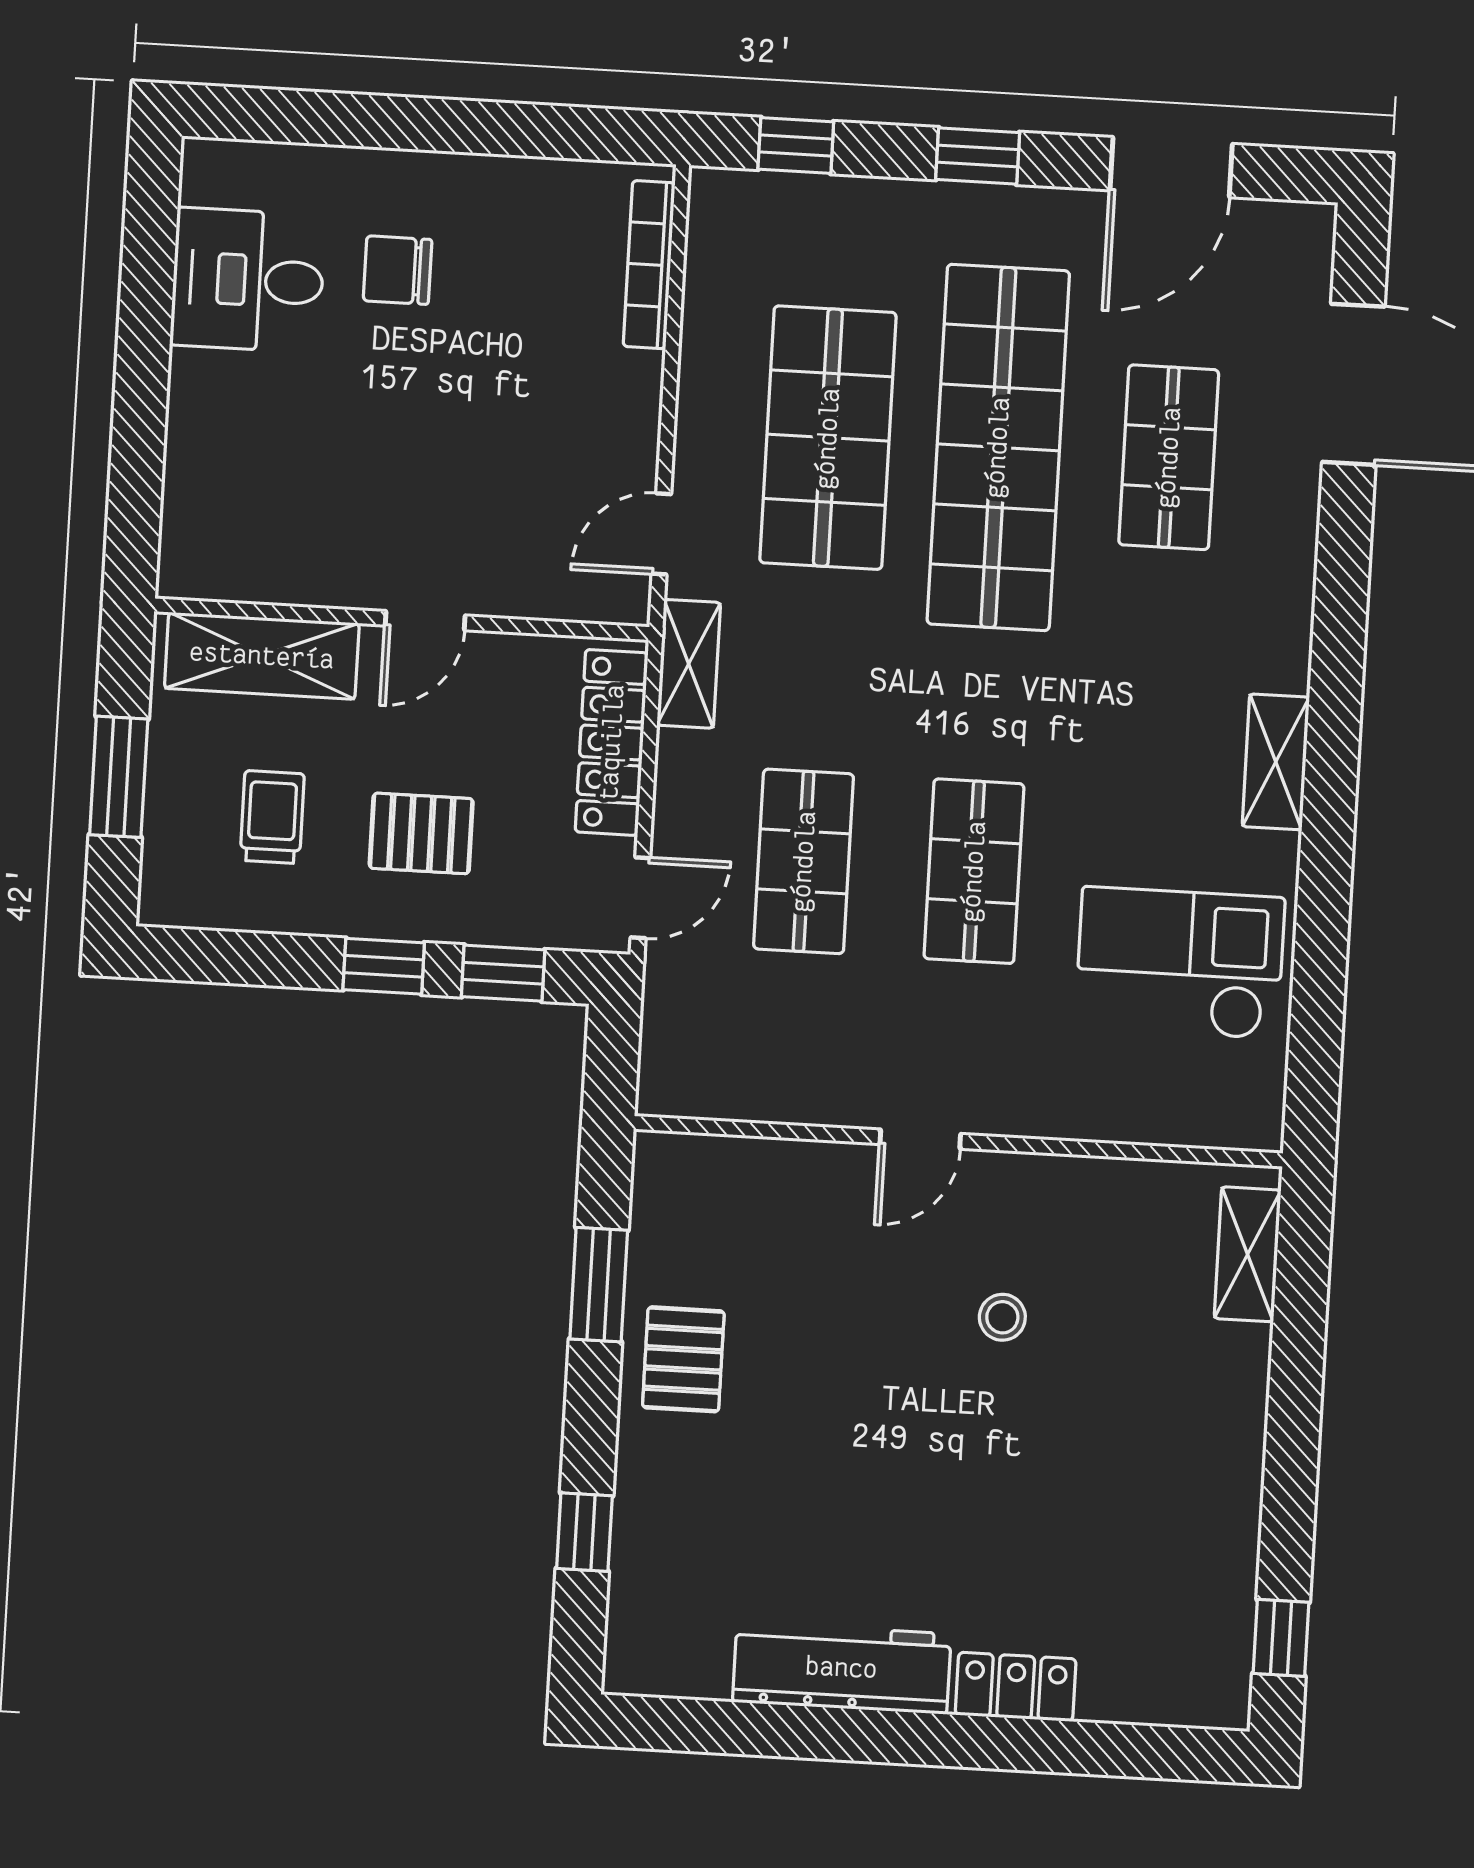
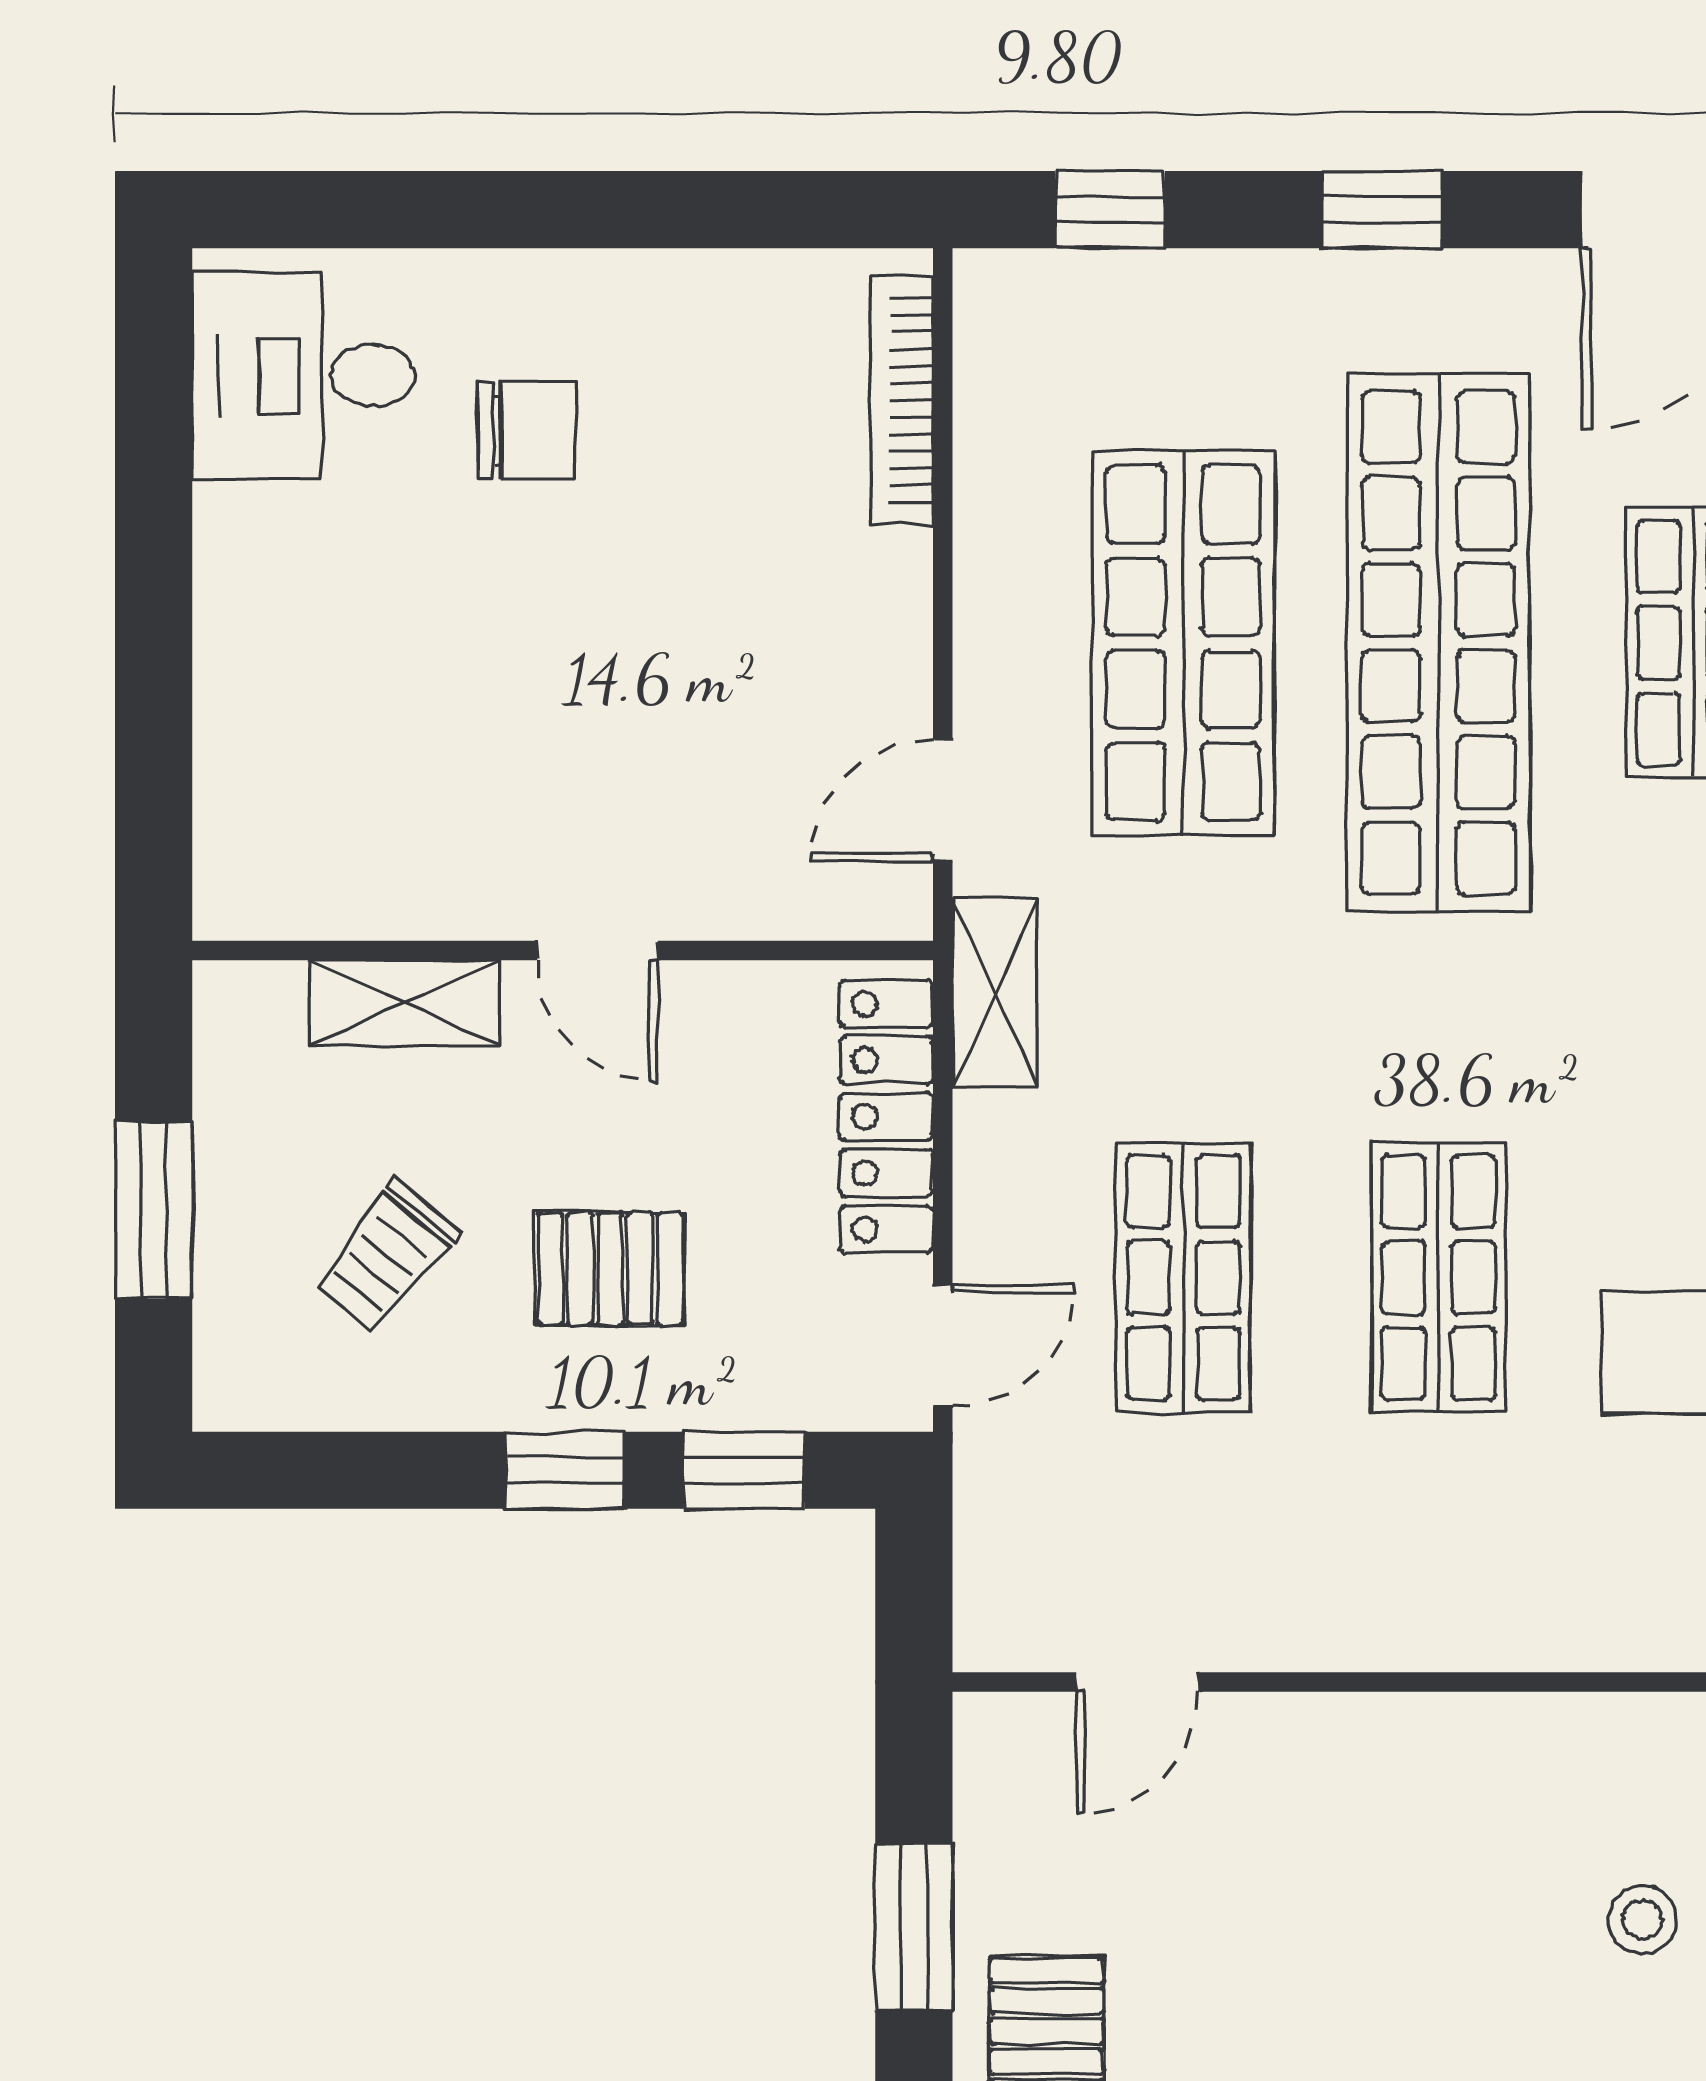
chair: (398, 270) -> (526, 430), turned 180
desk: (248, 280) -> (304, 376), moved
door: (425, 621) -> (597, 951), hinge flipped
shelving: (262, 656) -> (405, 1003), width x0.67, depth x0.75
trolley: (272, 817) -> (386, 1257), turned -141
door: (920, 1139) -> (1137, 1682), moved
stool: (1002, 1317) -> (1642, 1919), moved

